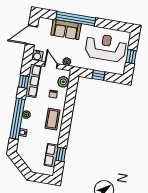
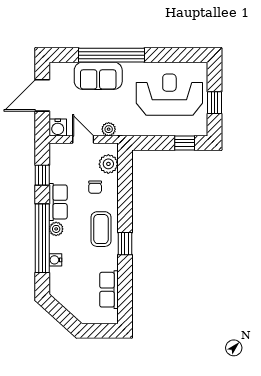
window: (98, 75) -> (185, 143), moved
row of seats: (33, 81) -> (58, 202), moved, width x0.68
window: (61, 155) -> (125, 244), moved

